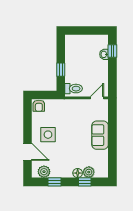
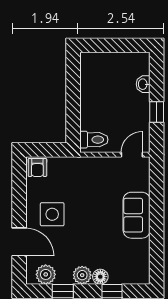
window: (112, 51) -> (157, 112), moved
window: (61, 70) -> (73, 109), removed
plant: (89, 172) -> (82, 275), moved

